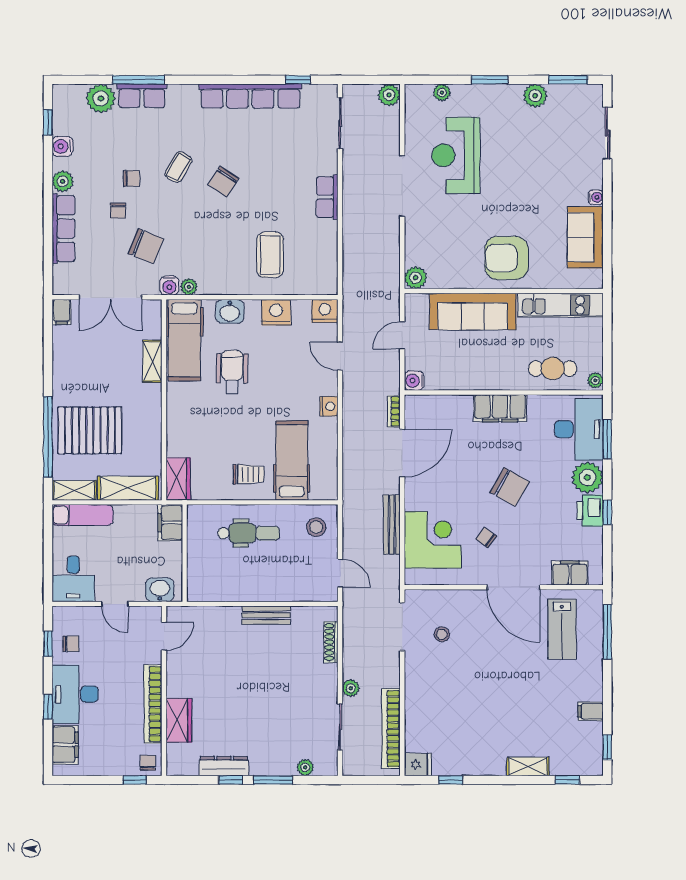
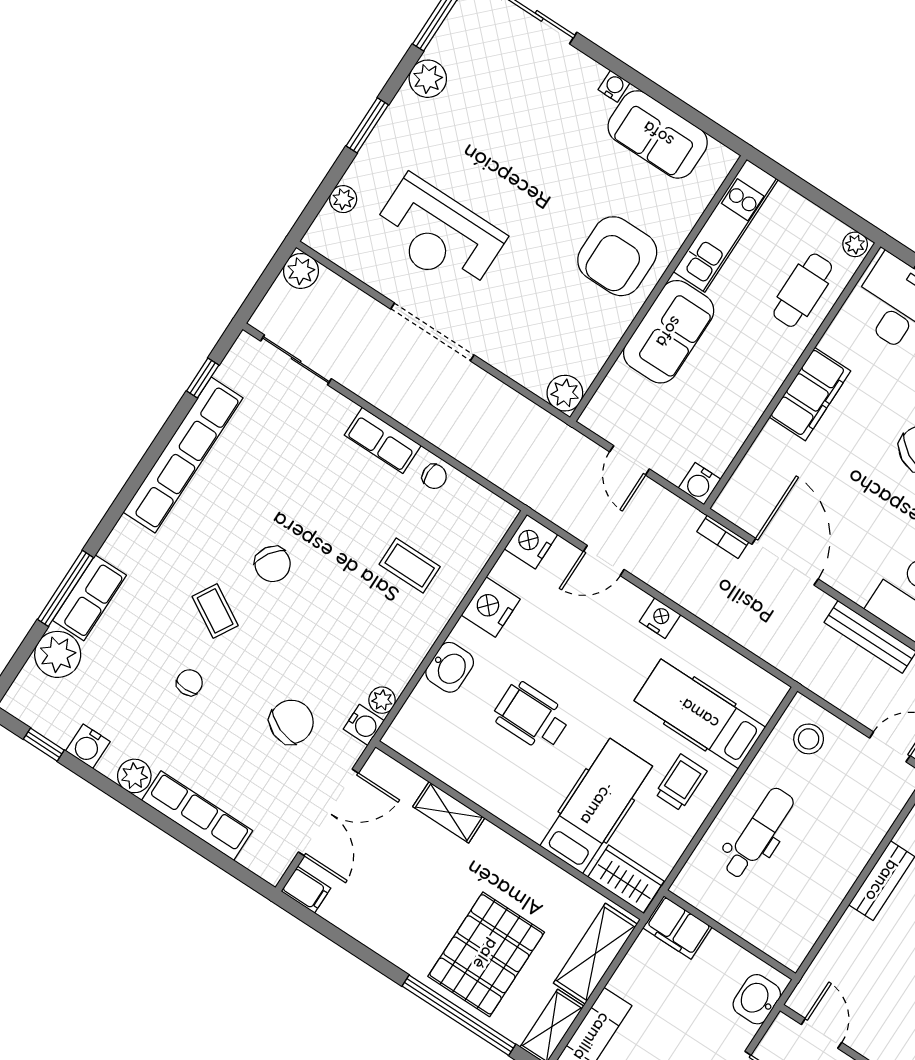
chair: (118, 211) -> (434, 476), moved
coffee table: (270, 255) -> (410, 565), width x0.73, depth x0.77
sofa: (473, 312) -> (669, 332), width x0.73
hospital bed: (184, 340) -> (596, 806), moved, turned -90

